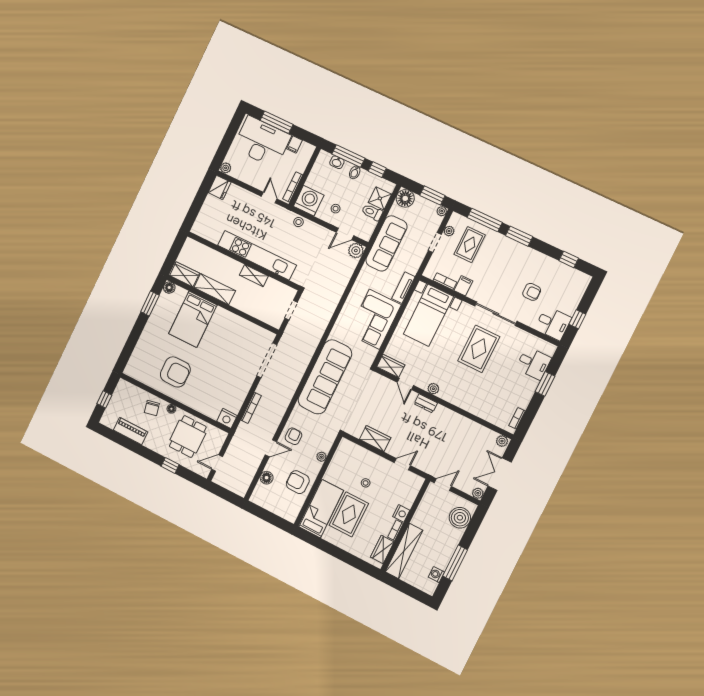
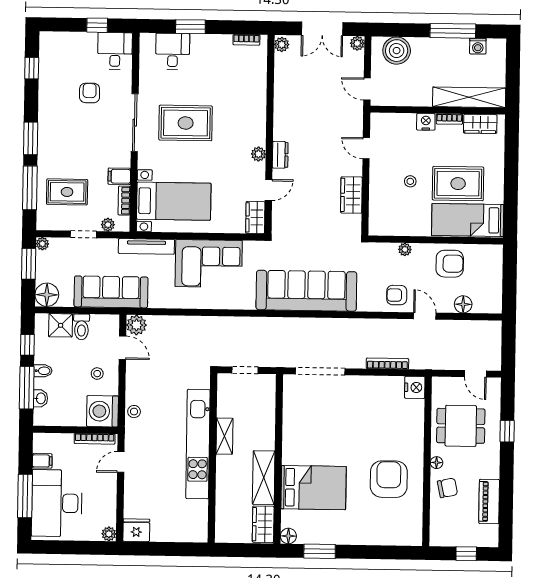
plant: (449, 231) -> (108, 225), moved
tv unit: (403, 288) -> (146, 246), width x1.41
armchair: (298, 482) -> (450, 264), turned -90

